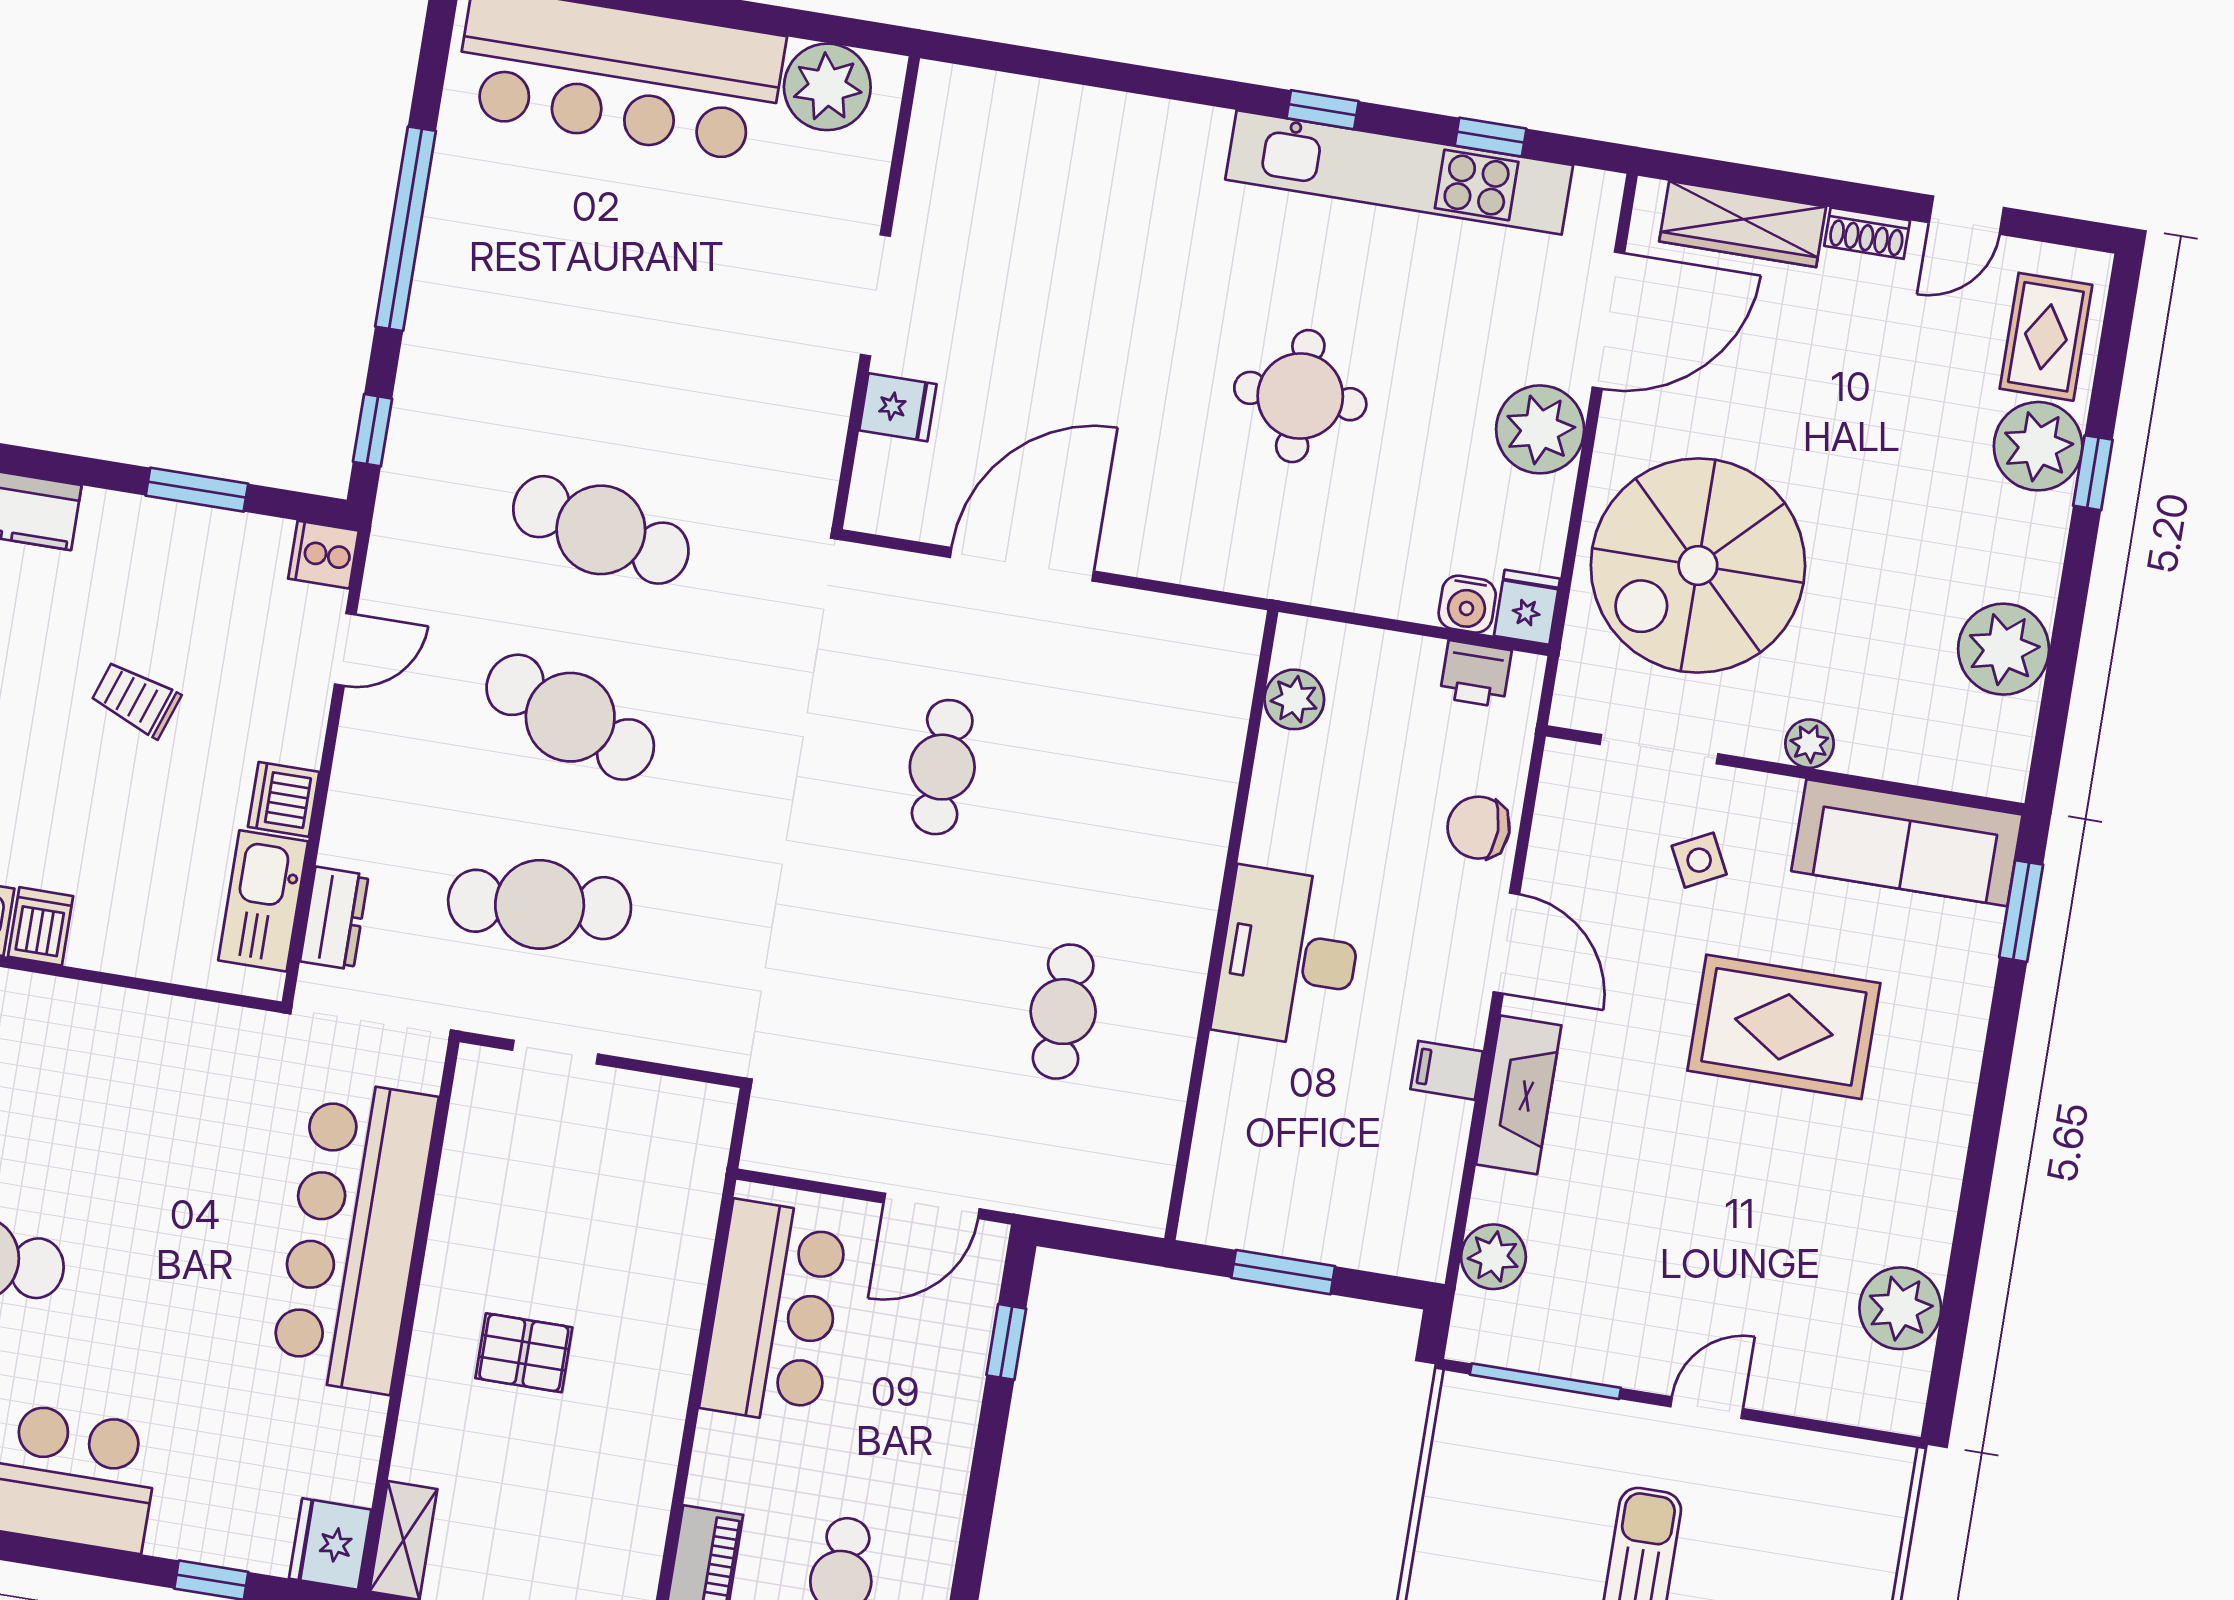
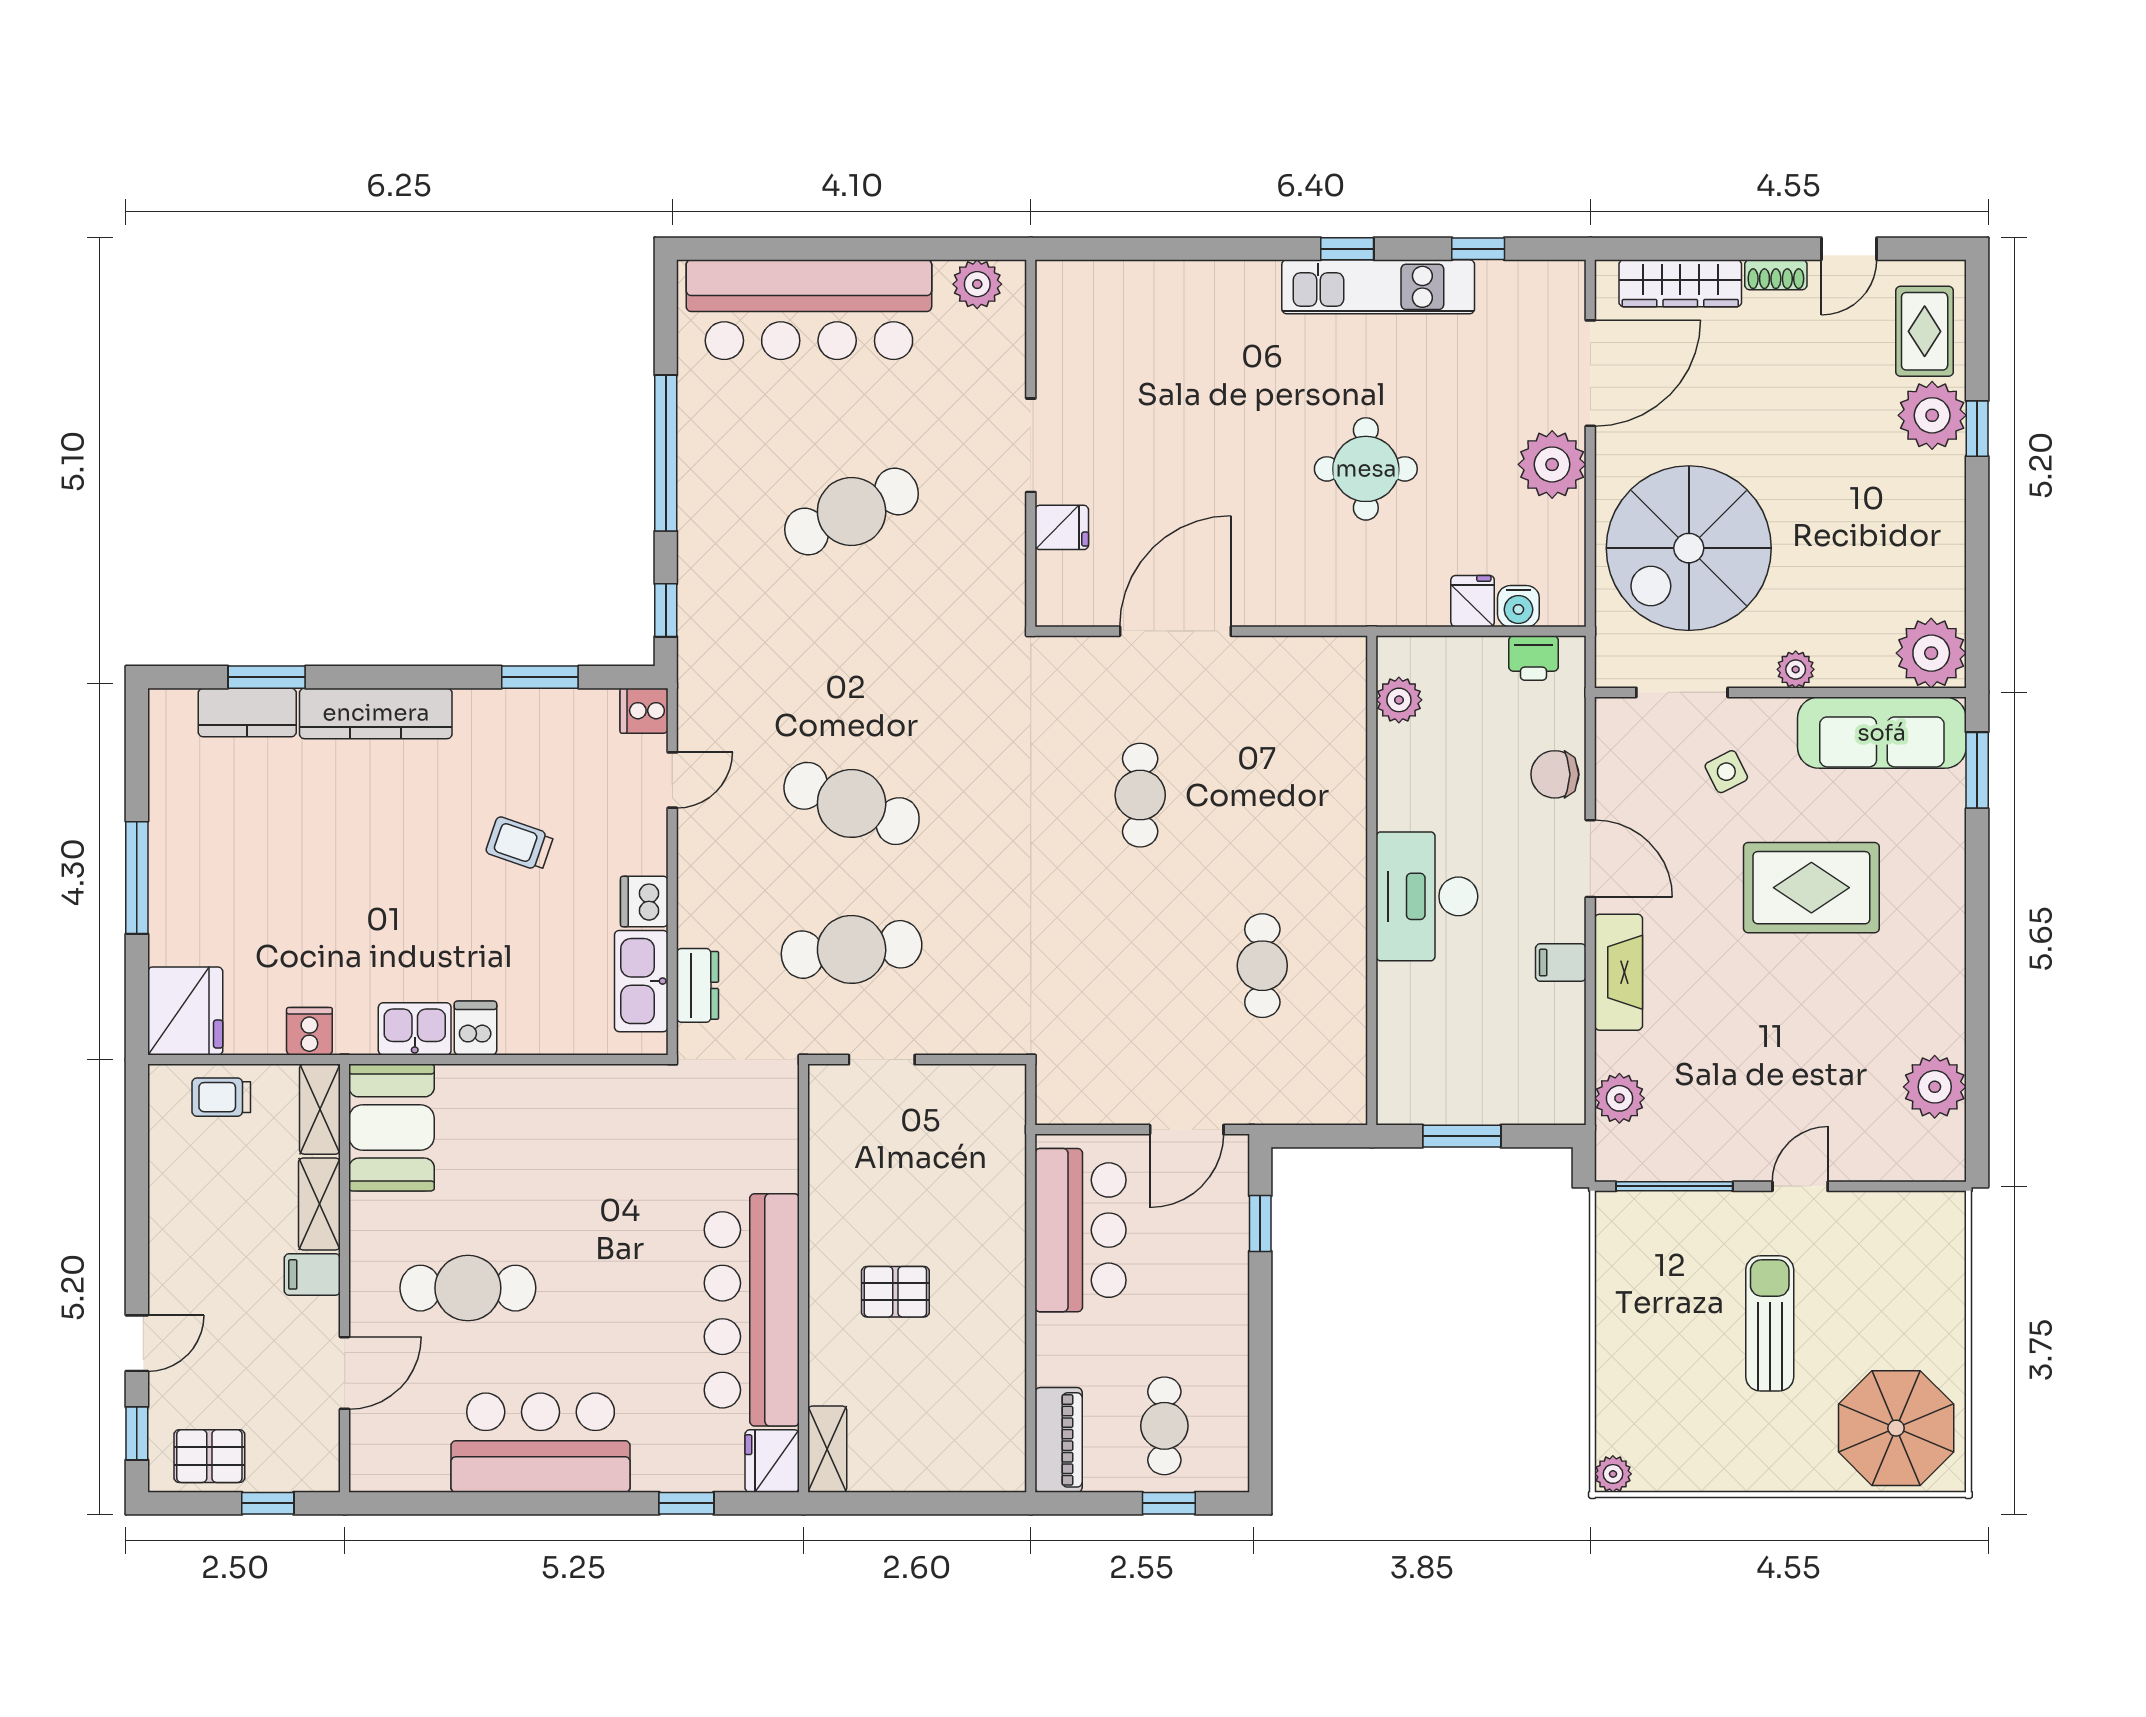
plant: (827, 87) -> (977, 284), width x0.73, depth x0.73
kitchen unit: (1399, 172) -> (1378, 287), width x0.73
cafe table: (601, 530) -> (852, 511), moved, turned -36
fridge: (1527, 607) -> (1473, 601), moved
plant: (2004, 649) -> (1931, 653), moved
bar counter: (354, 1236) -> (752, 1310), moved

